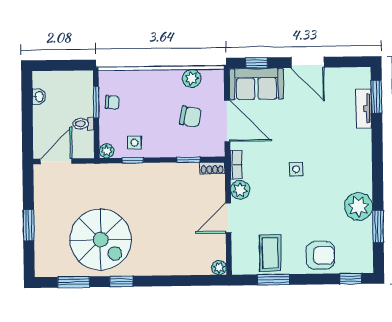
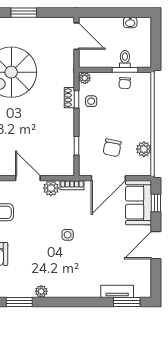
toilet: (83, 124) -> (125, 59), moved
shoe rack: (212, 168) -> (69, 98), moved
plant: (359, 207) -> (41, 291), width x0.53, depth x0.53

